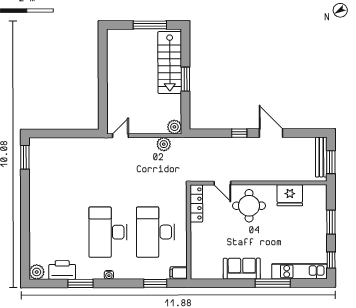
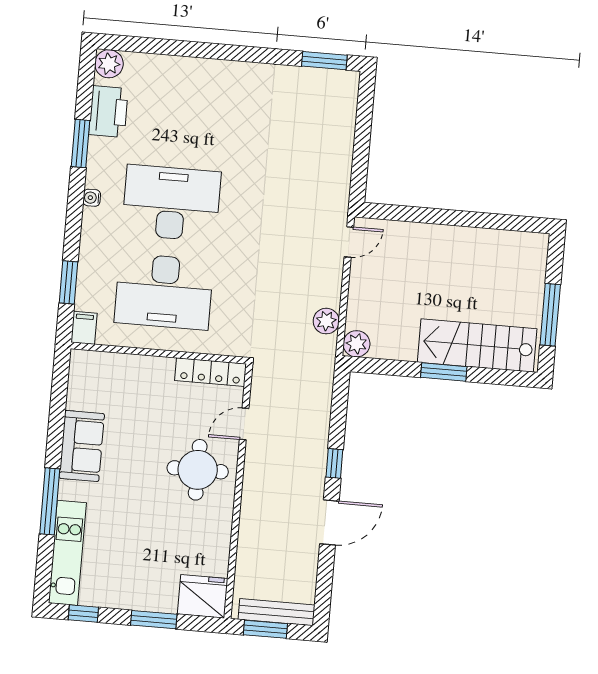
door: (120, 136) -> (349, 242), hinge flipped
fridge: (290, 195) -> (203, 596), moved, turned 90
desk: (156, 232) -> (164, 292), turned 180

